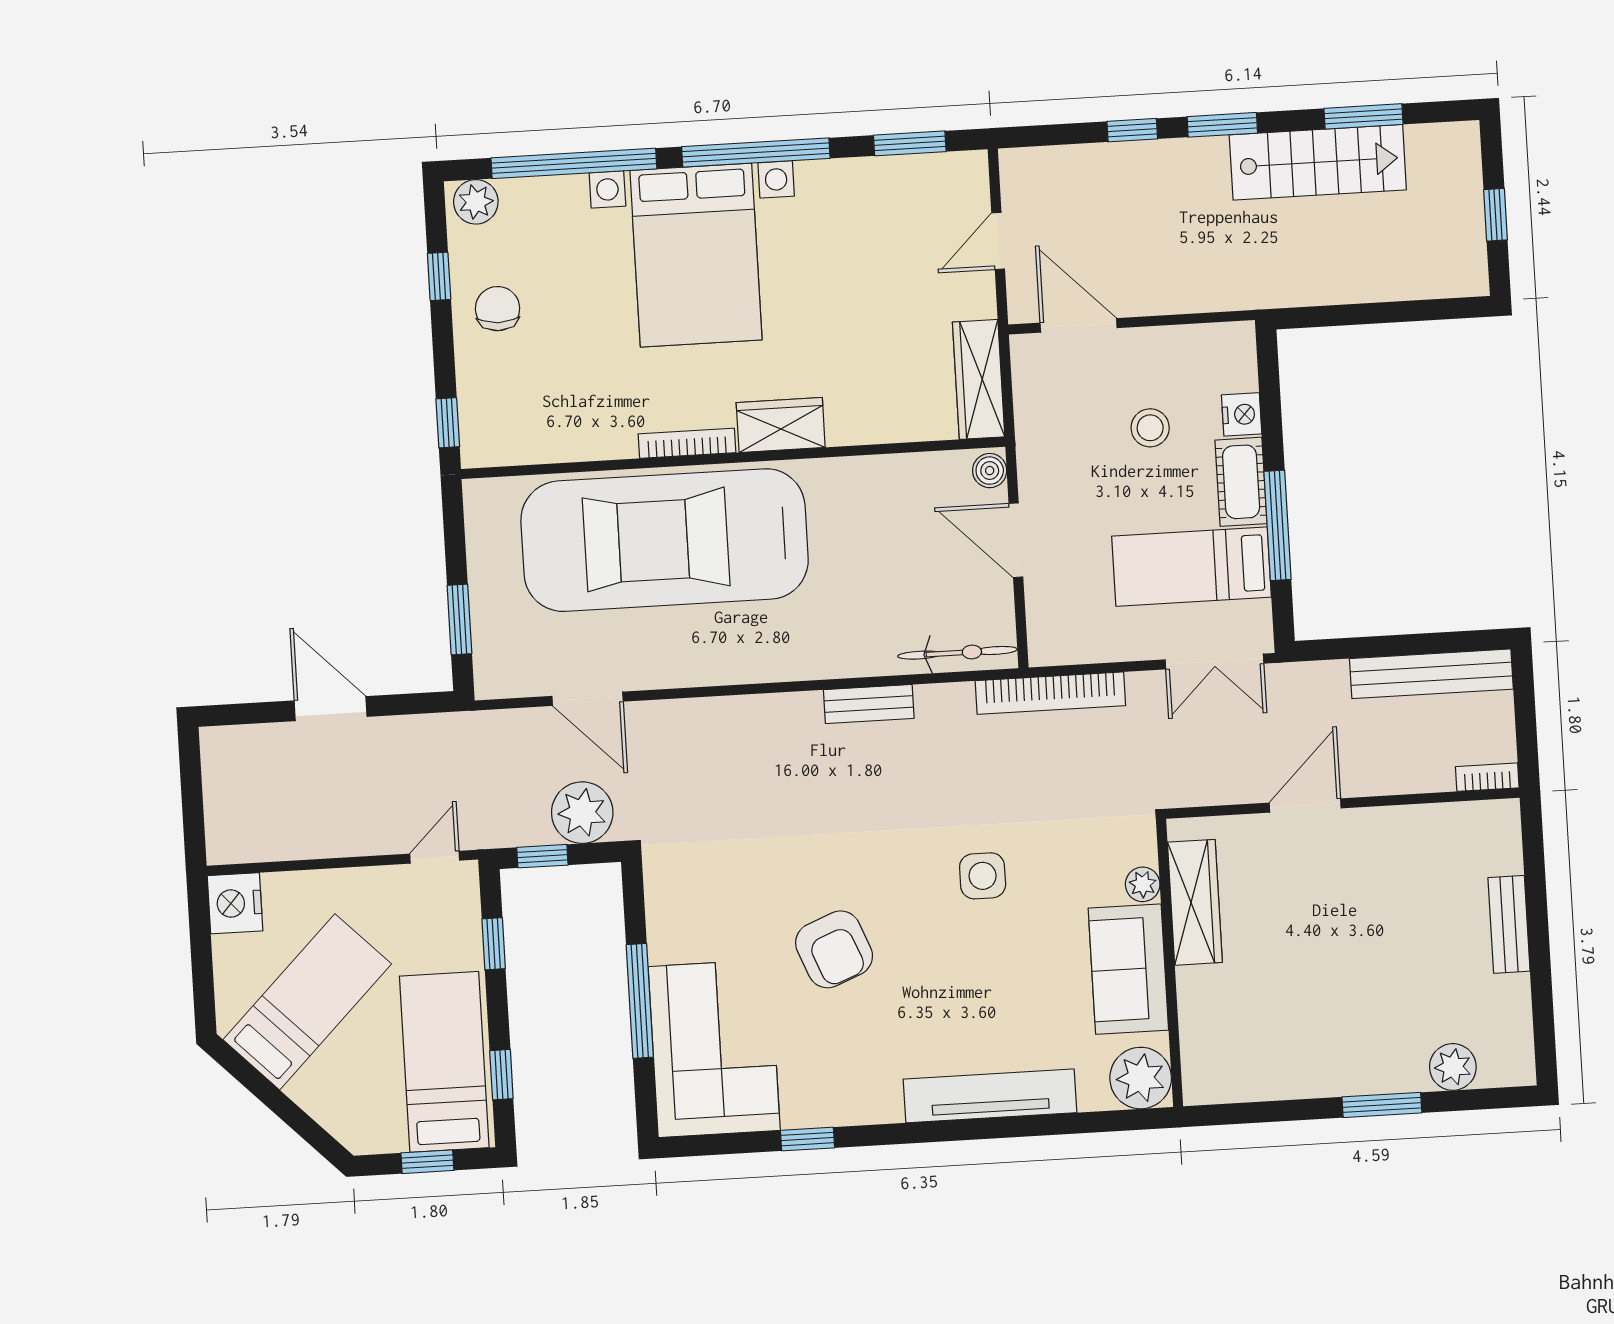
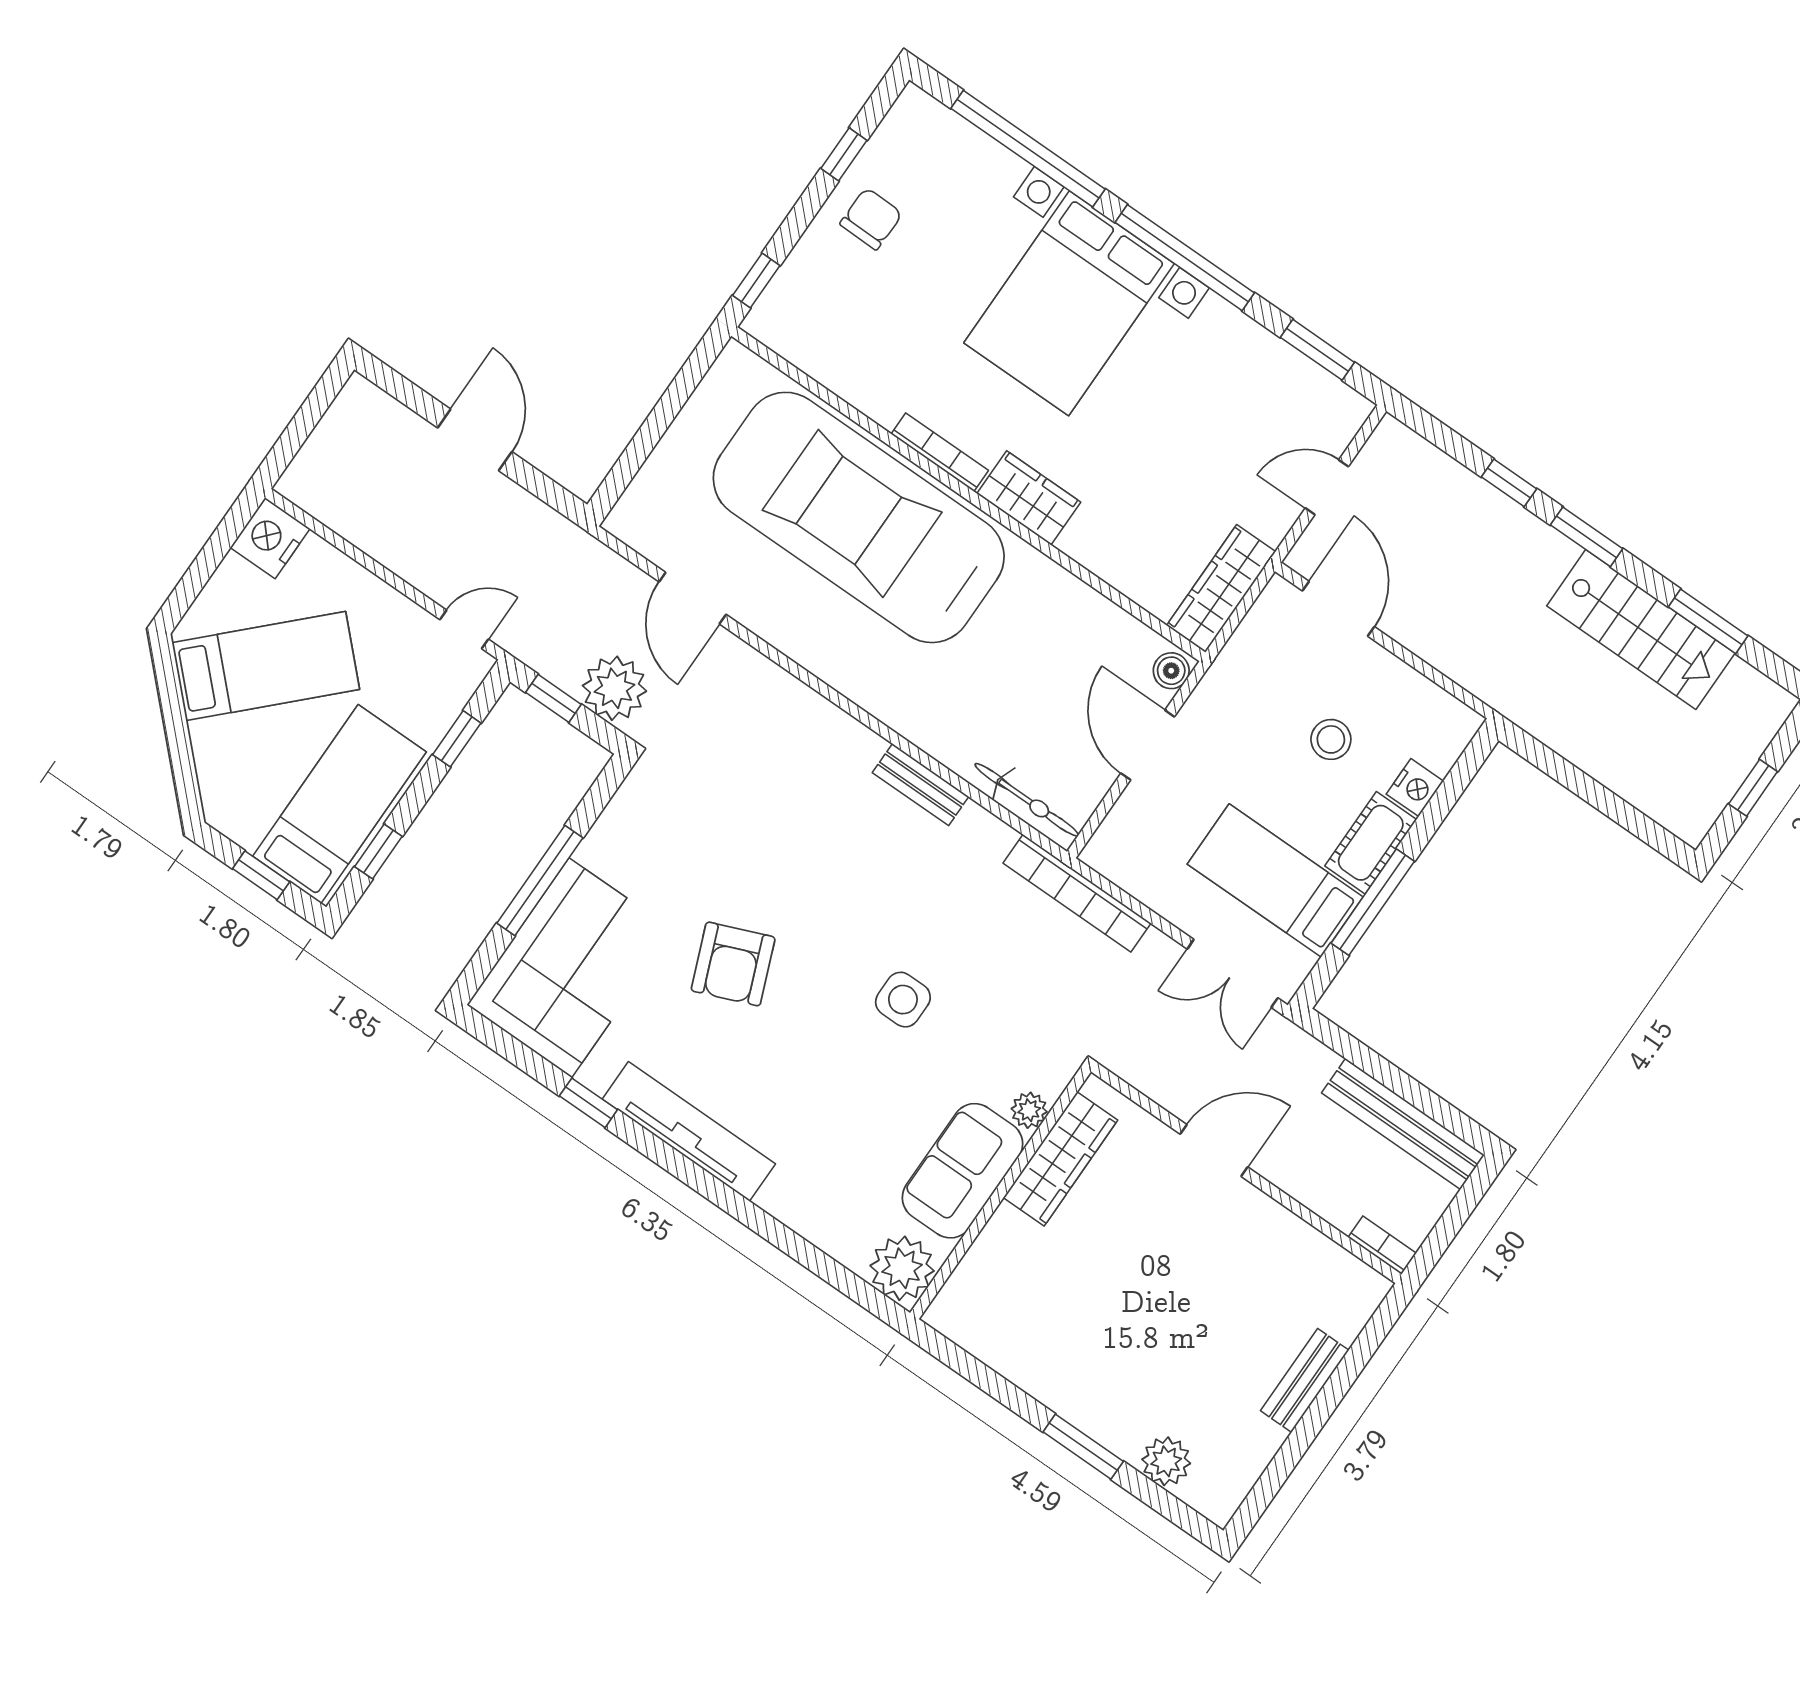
plant: (476, 202) -> (922, 117), removed
window: (459, 619) -> (639, 450), removed
tv unit: (990, 1096) -> (689, 1131), moved

